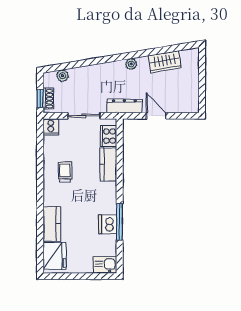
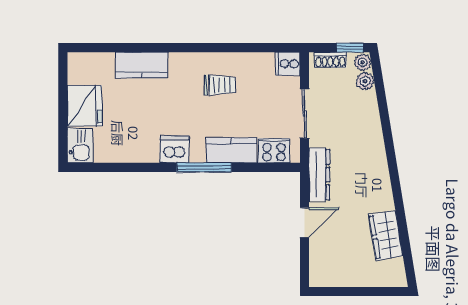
plant: (131, 64) -> (363, 62), moved
window: (40, 99) -> (350, 48), moved
window: (120, 222) -> (204, 167), moved
dishwasher: (108, 224) -> (174, 149), moved
fridge: (55, 256) -> (85, 106), moved, turned -90

